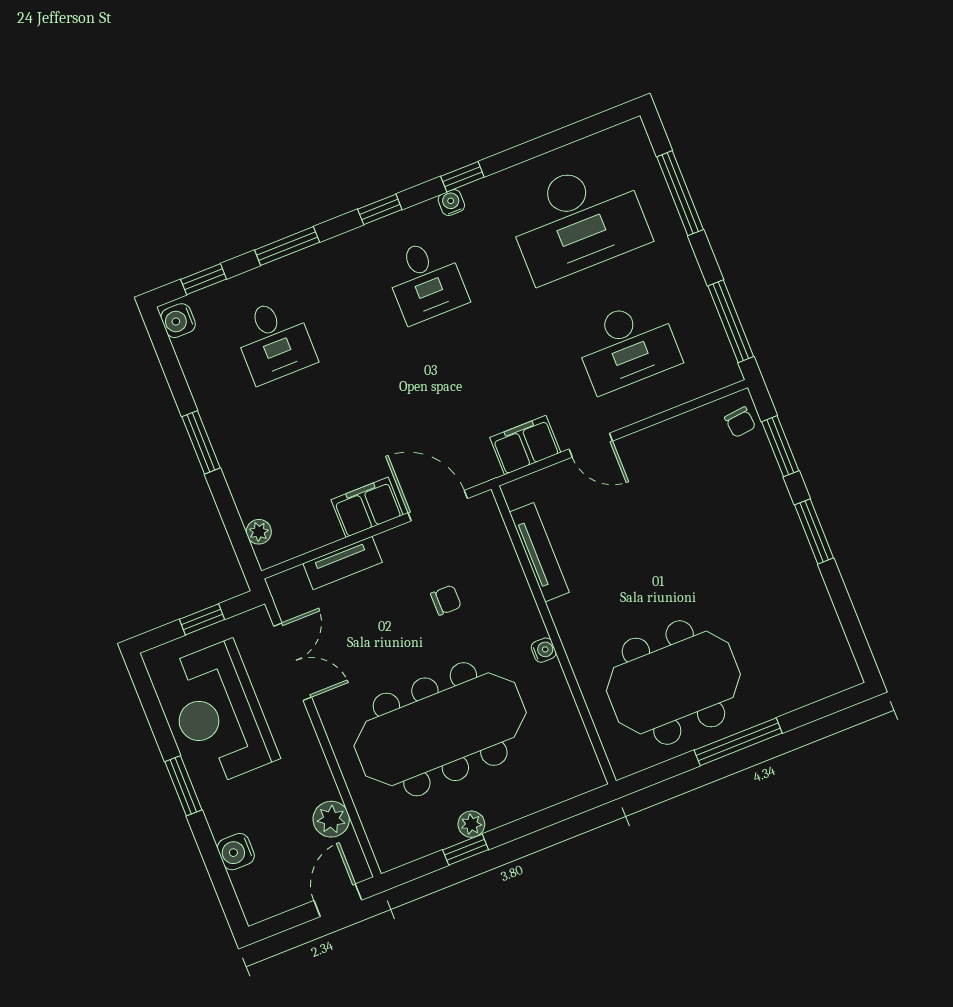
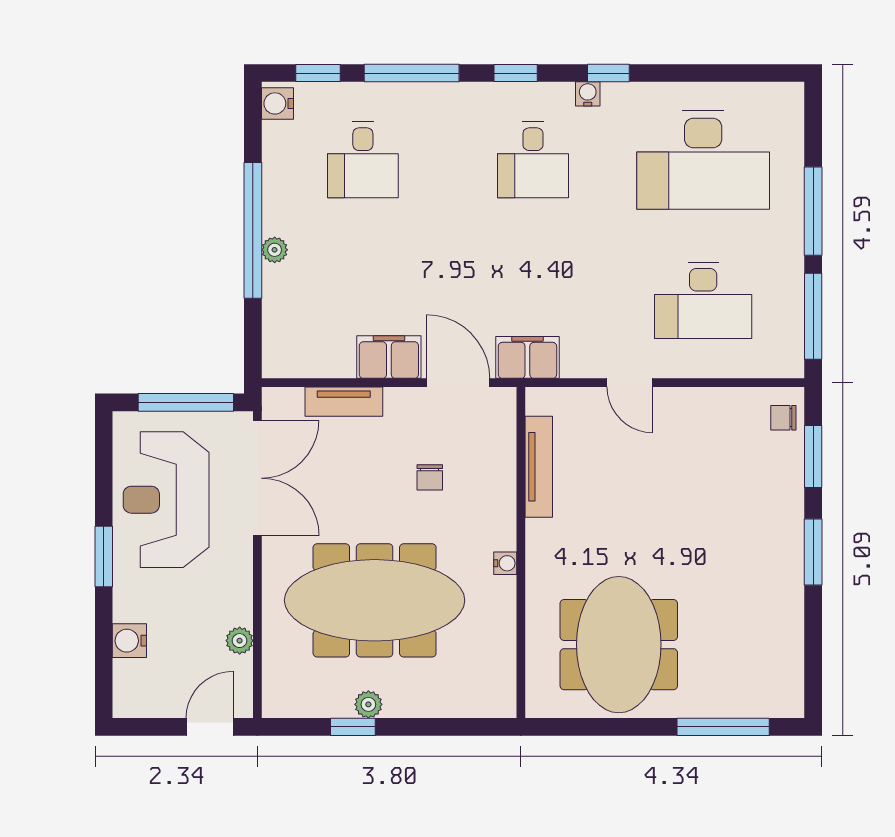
window: (680, 193) -> (813, 211), moved
window: (287, 246) -> (412, 73), width x1.44
chair: (740, 422) -> (783, 418), turned 96
window: (201, 442) -> (253, 230), width x2.11
filing cabinet: (525, 445) -> (527, 357), moved
plant: (259, 532) -> (275, 250), moved
chair: (446, 600) -> (430, 477), turned 90
window: (202, 619) -> (186, 402), width x2.17
double door: (293, 662) -> (257, 478), width x1.37
meeting table: (673, 683) -> (619, 645), turned 90
window: (738, 742) -> (723, 727), moved
plant: (331, 819) -> (240, 641), width x0.73, depth x0.73

